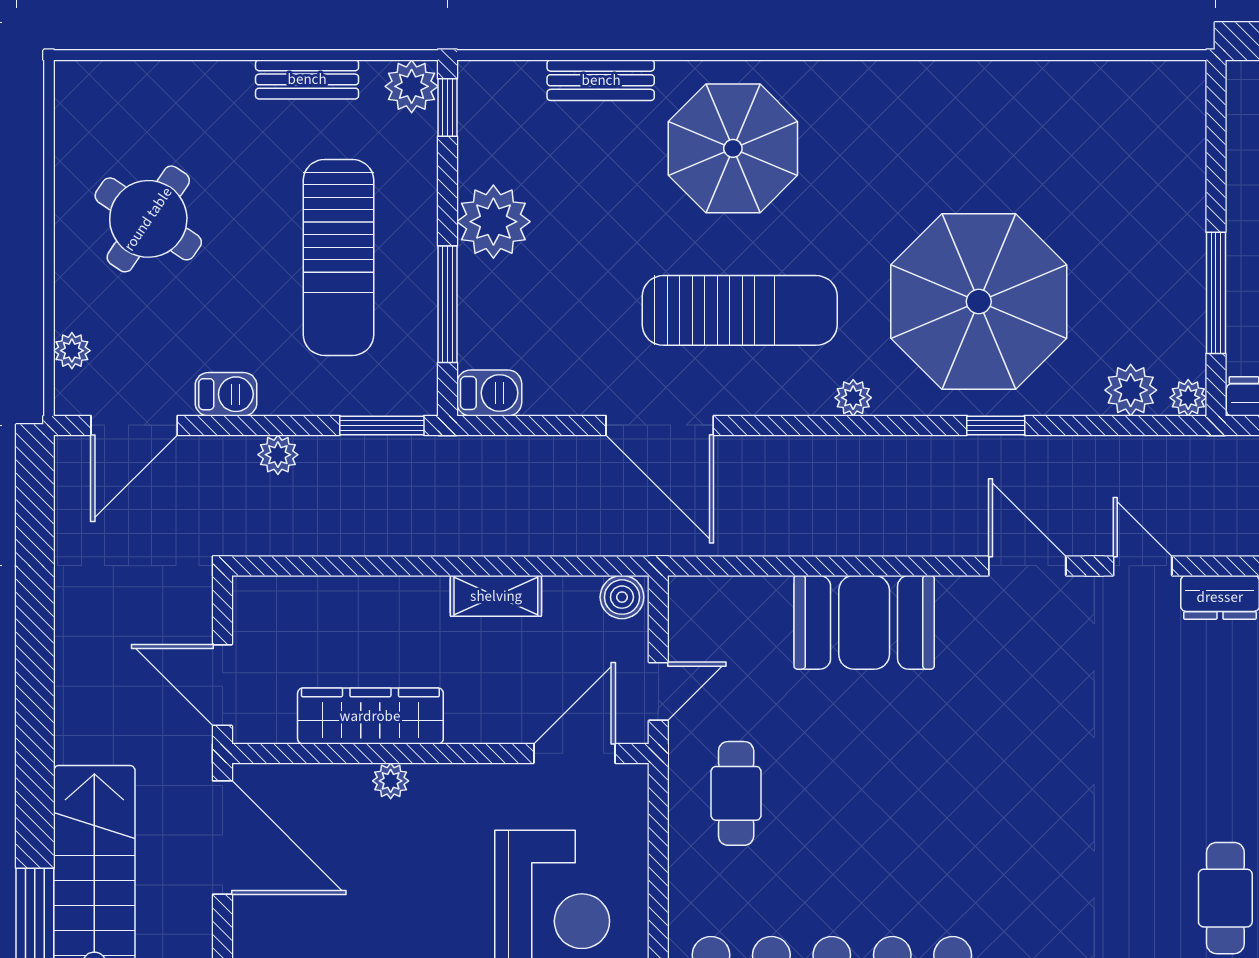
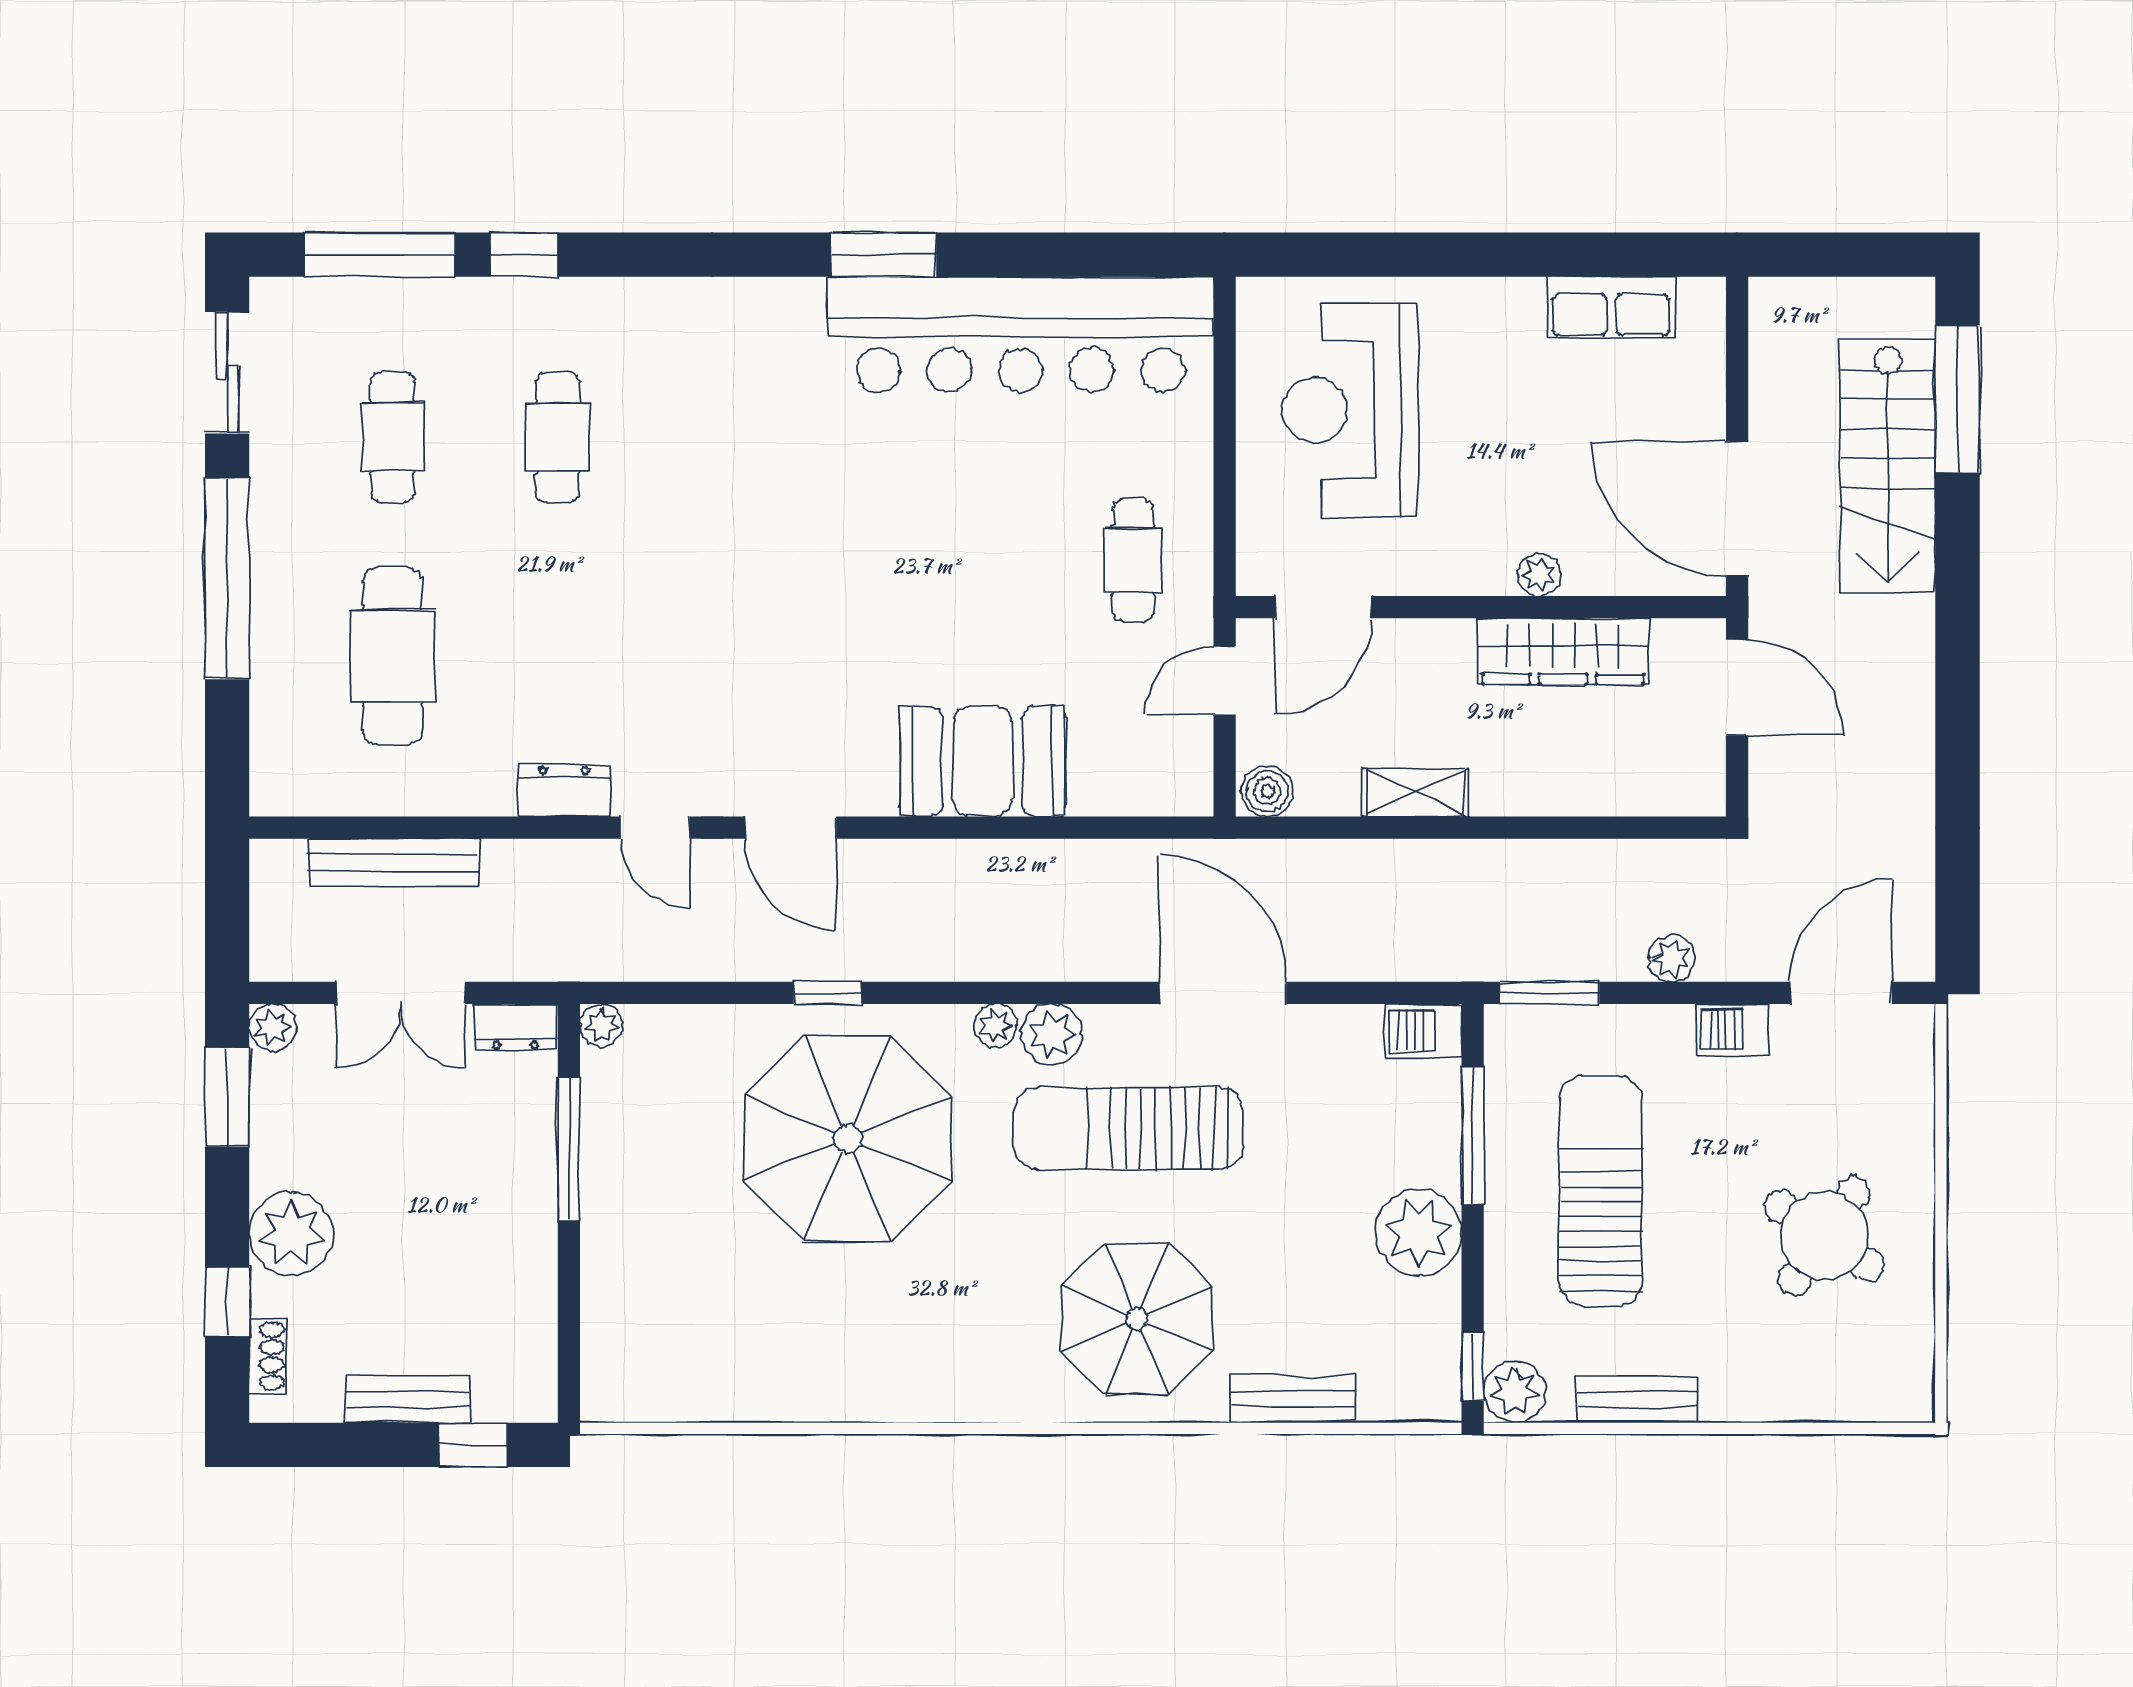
plant: (72, 351) -> (1914, 1081), removed
plant: (1131, 390) -> (1052, 1034), moved

